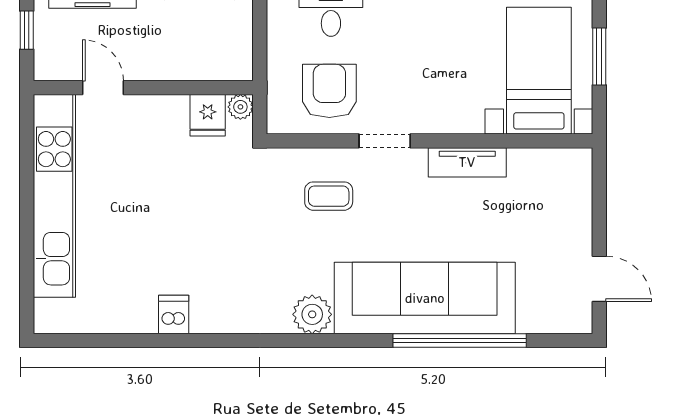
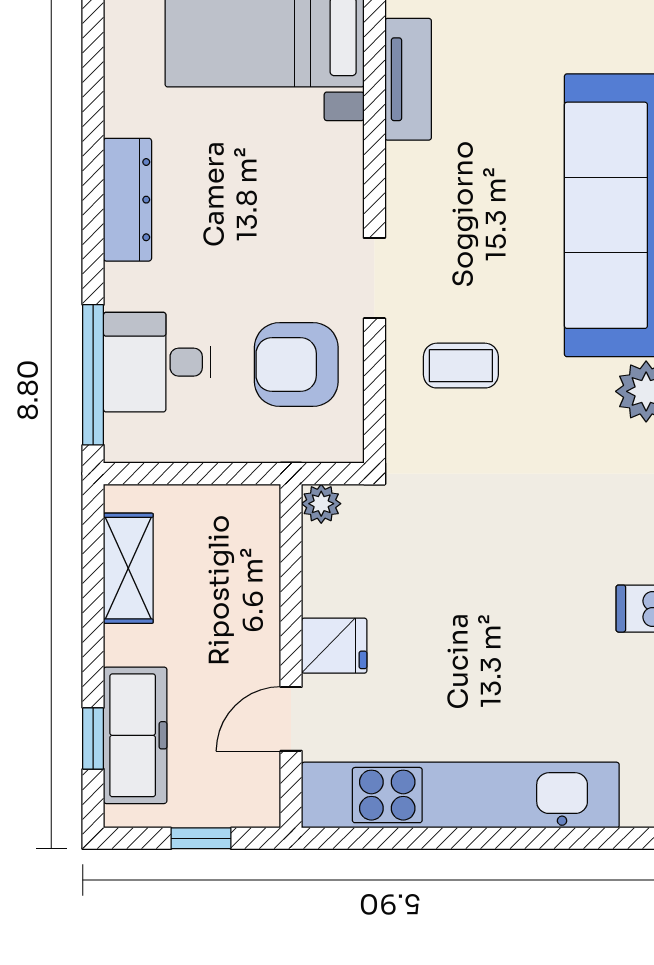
fridge: (208, 115) -> (334, 646), moved
tv unit: (467, 162) -> (408, 79), moved
coffee table: (329, 196) -> (461, 366), turned 90

